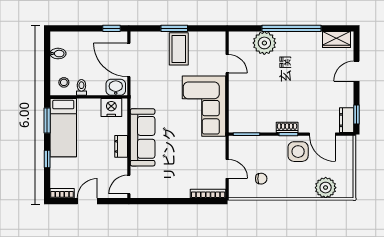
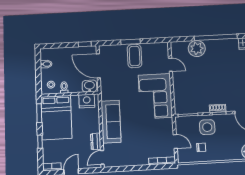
bed: (63, 128) -> (56, 117), width x1.50
dresser: (121, 146) -> (96, 141), moved
side table: (298, 152) -> (207, 127), moved

